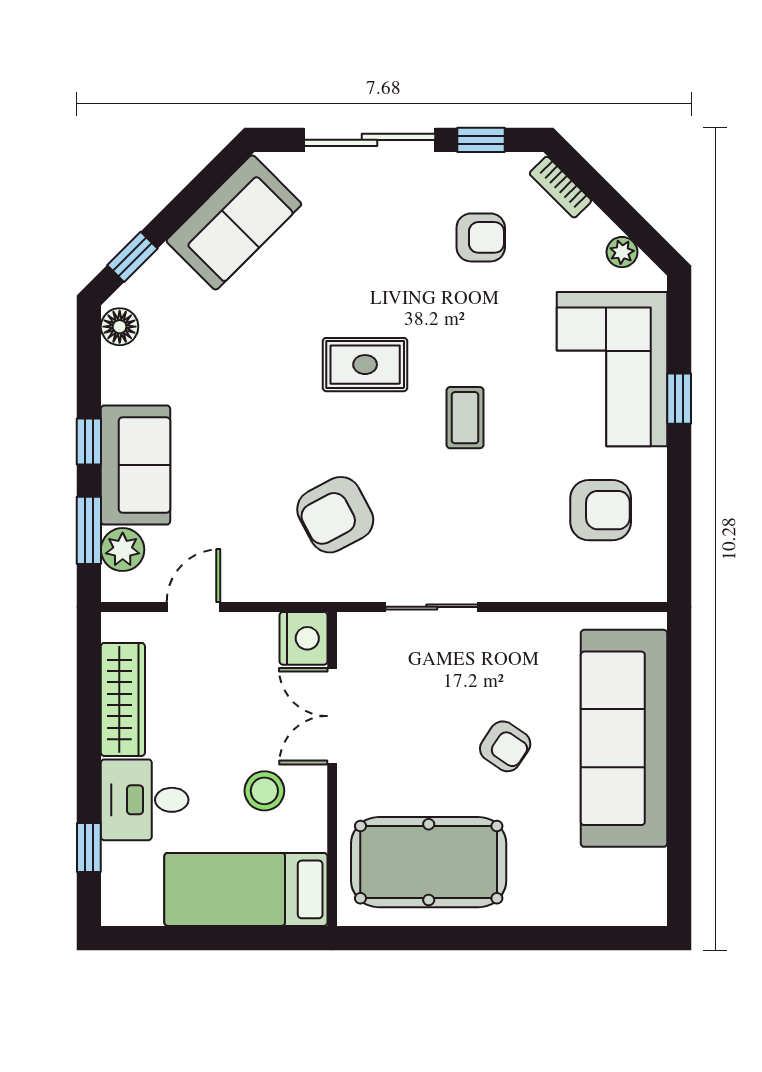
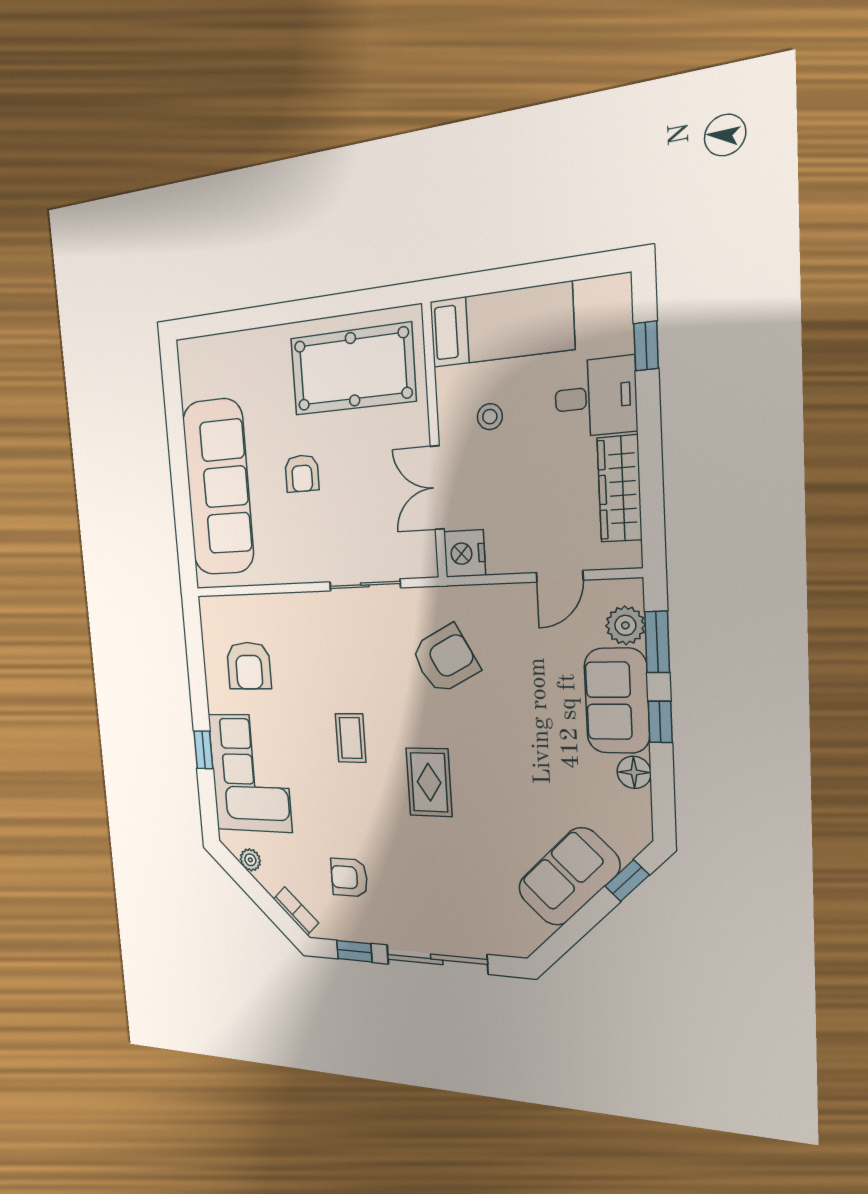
sofa: (234, 223) -> (569, 877), moved
floor lamp: (120, 327) -> (634, 772), moved
rug: (365, 365) -> (429, 782), turned 90
armchair: (601, 510) -> (249, 666), turned -90
double door: (332, 716) -> (437, 488), swing flipped
armchair: (505, 746) -> (302, 473), turned -124
stool: (264, 791) -> (490, 417), width x0.73, depth x0.73

